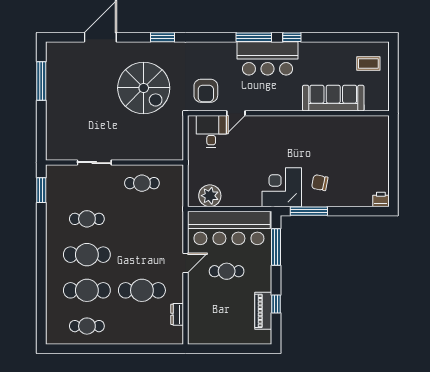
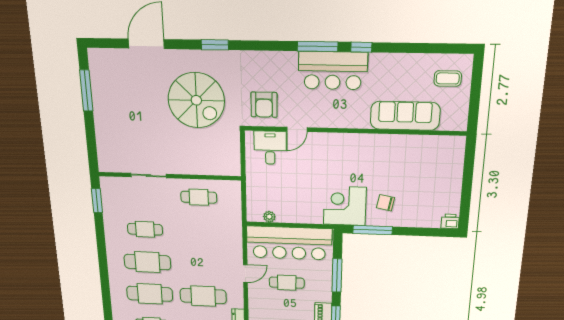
plant: (210, 196) -> (269, 217), width x0.53, depth x0.53
window: (276, 247) -> (337, 275), moved

